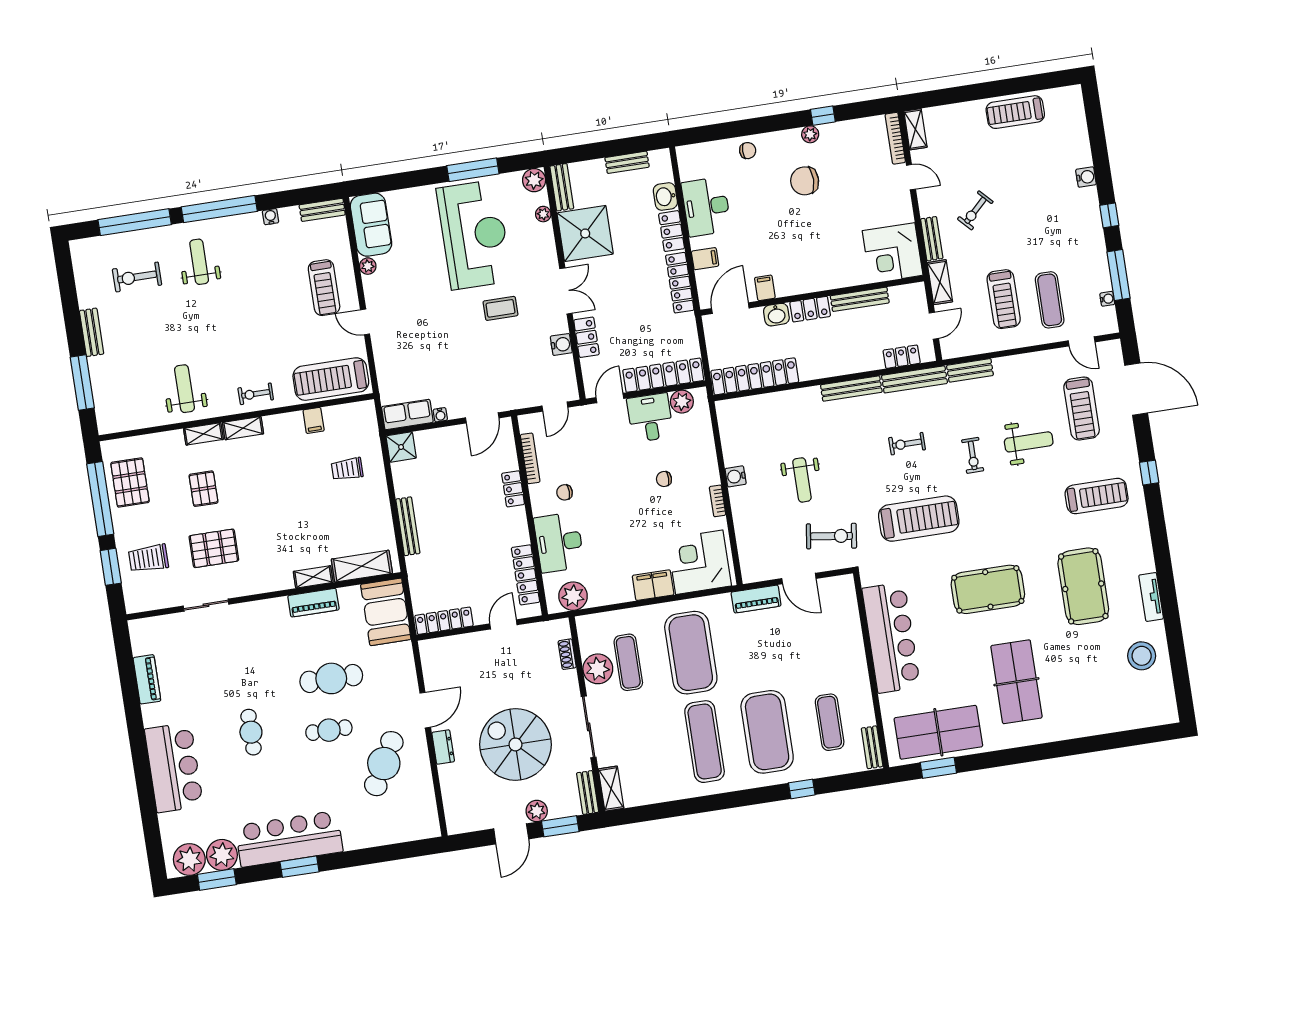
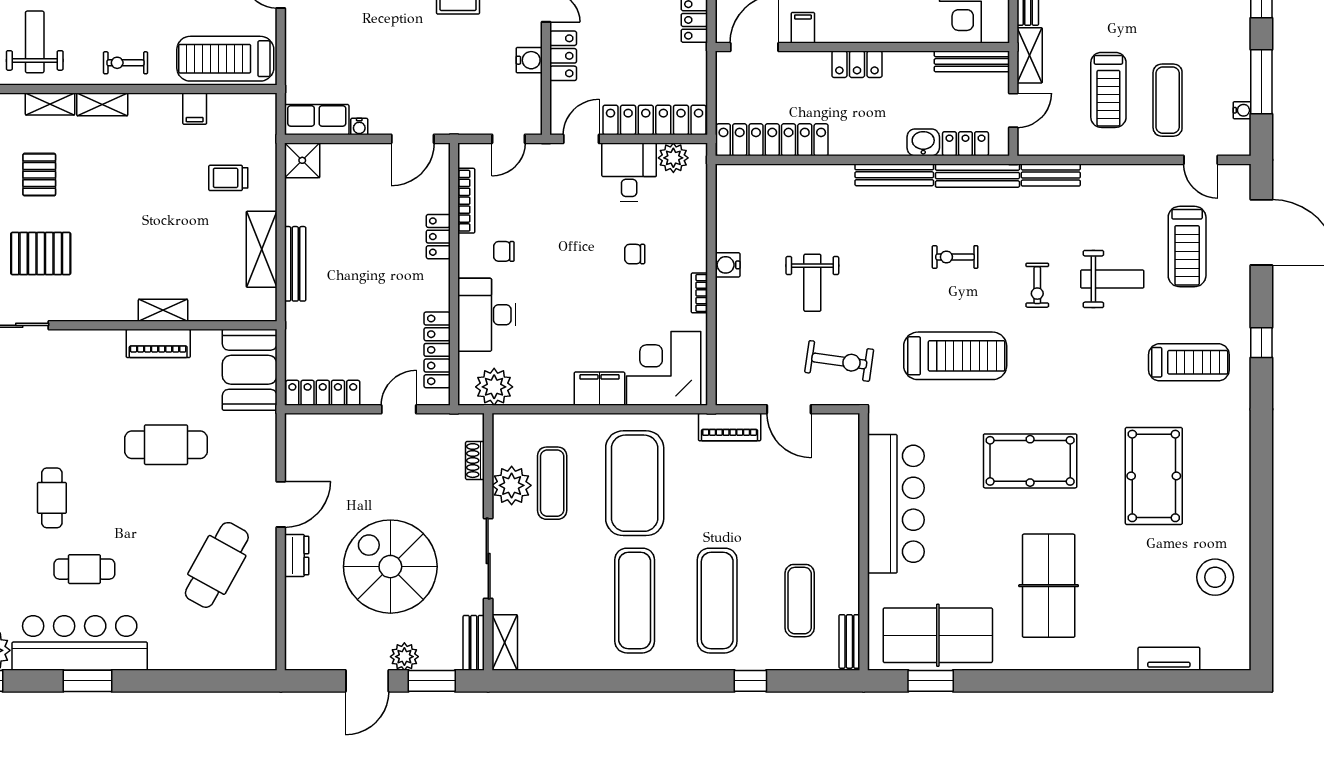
bench: (860, 299) -> (972, 61), moved
washbasin: (776, 315) -> (923, 142), moved, turned 180
shelving: (362, 566) -> (262, 249), moved, turned 90
tv unit: (1151, 597) -> (1169, 659), moved, turned 90
cafe table: (329, 730) -> (84, 569), moved
exercise mat: (767, 732) -> (717, 601), width x0.68

